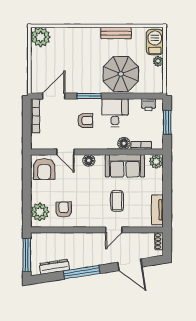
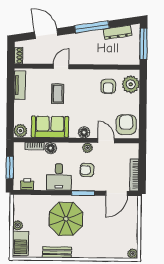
plant: (41, 37) -> (133, 254), width x0.53, depth x0.53
parasol: (121, 74) -> (66, 219), moved
plant: (85, 144) -> (88, 148), added

